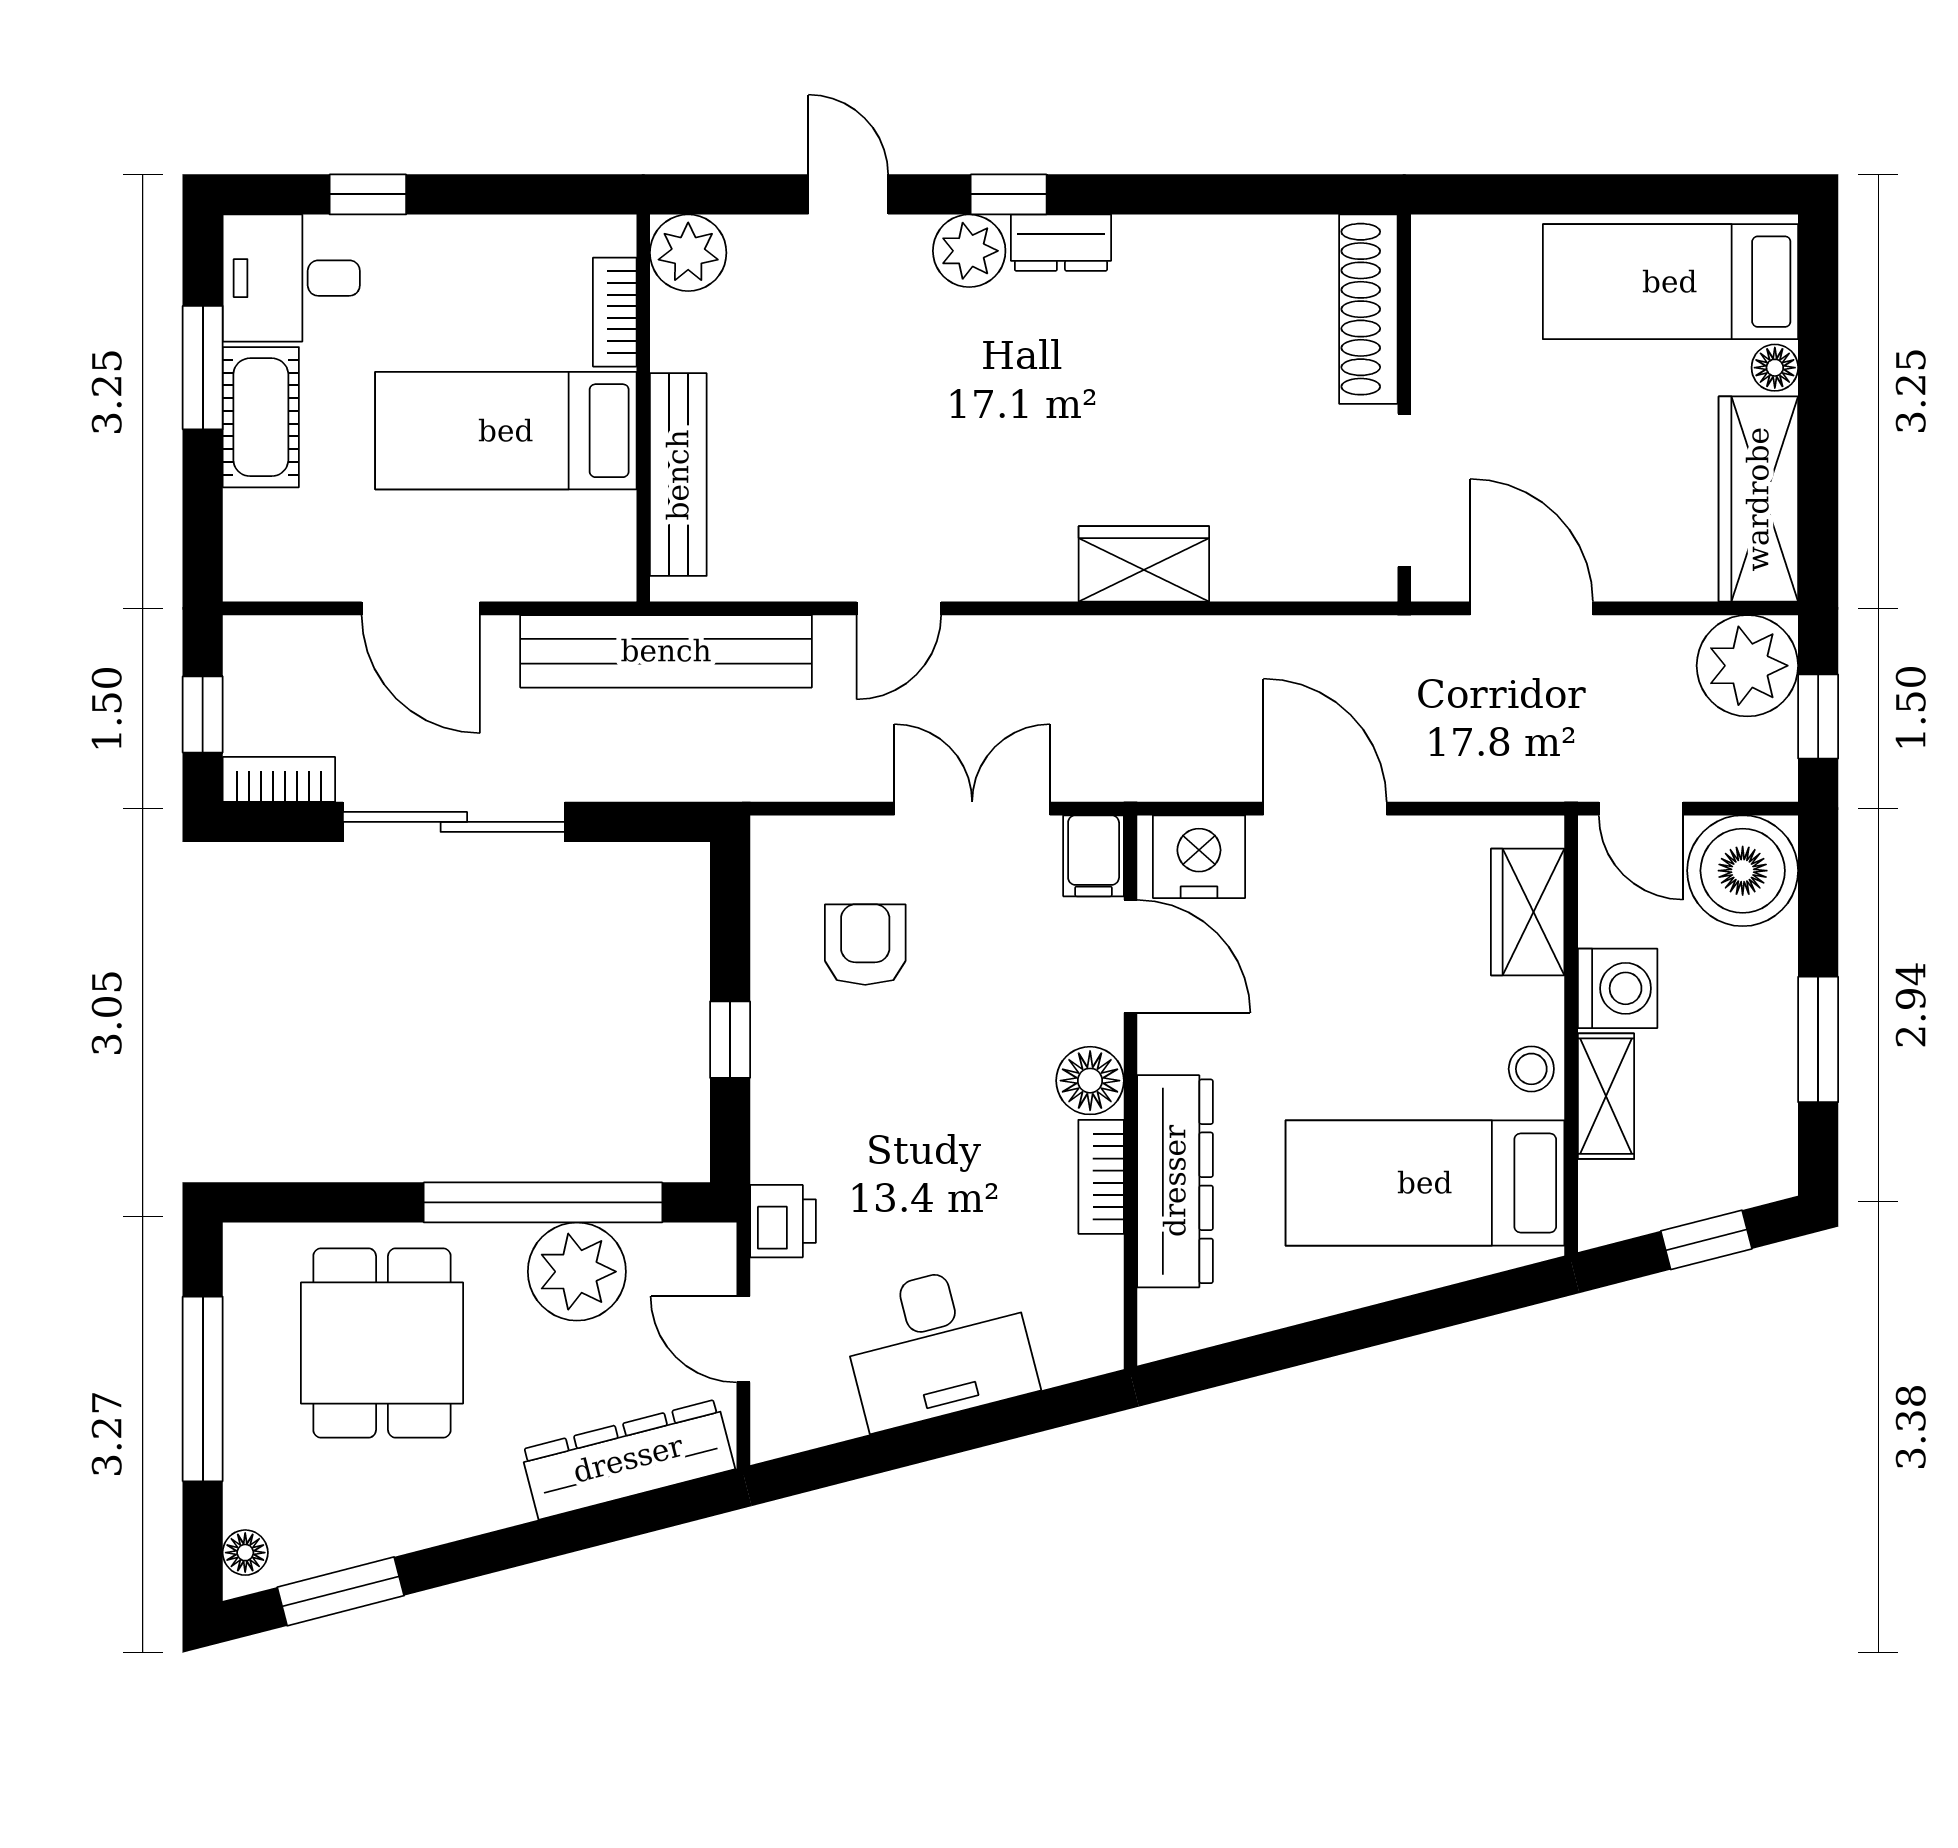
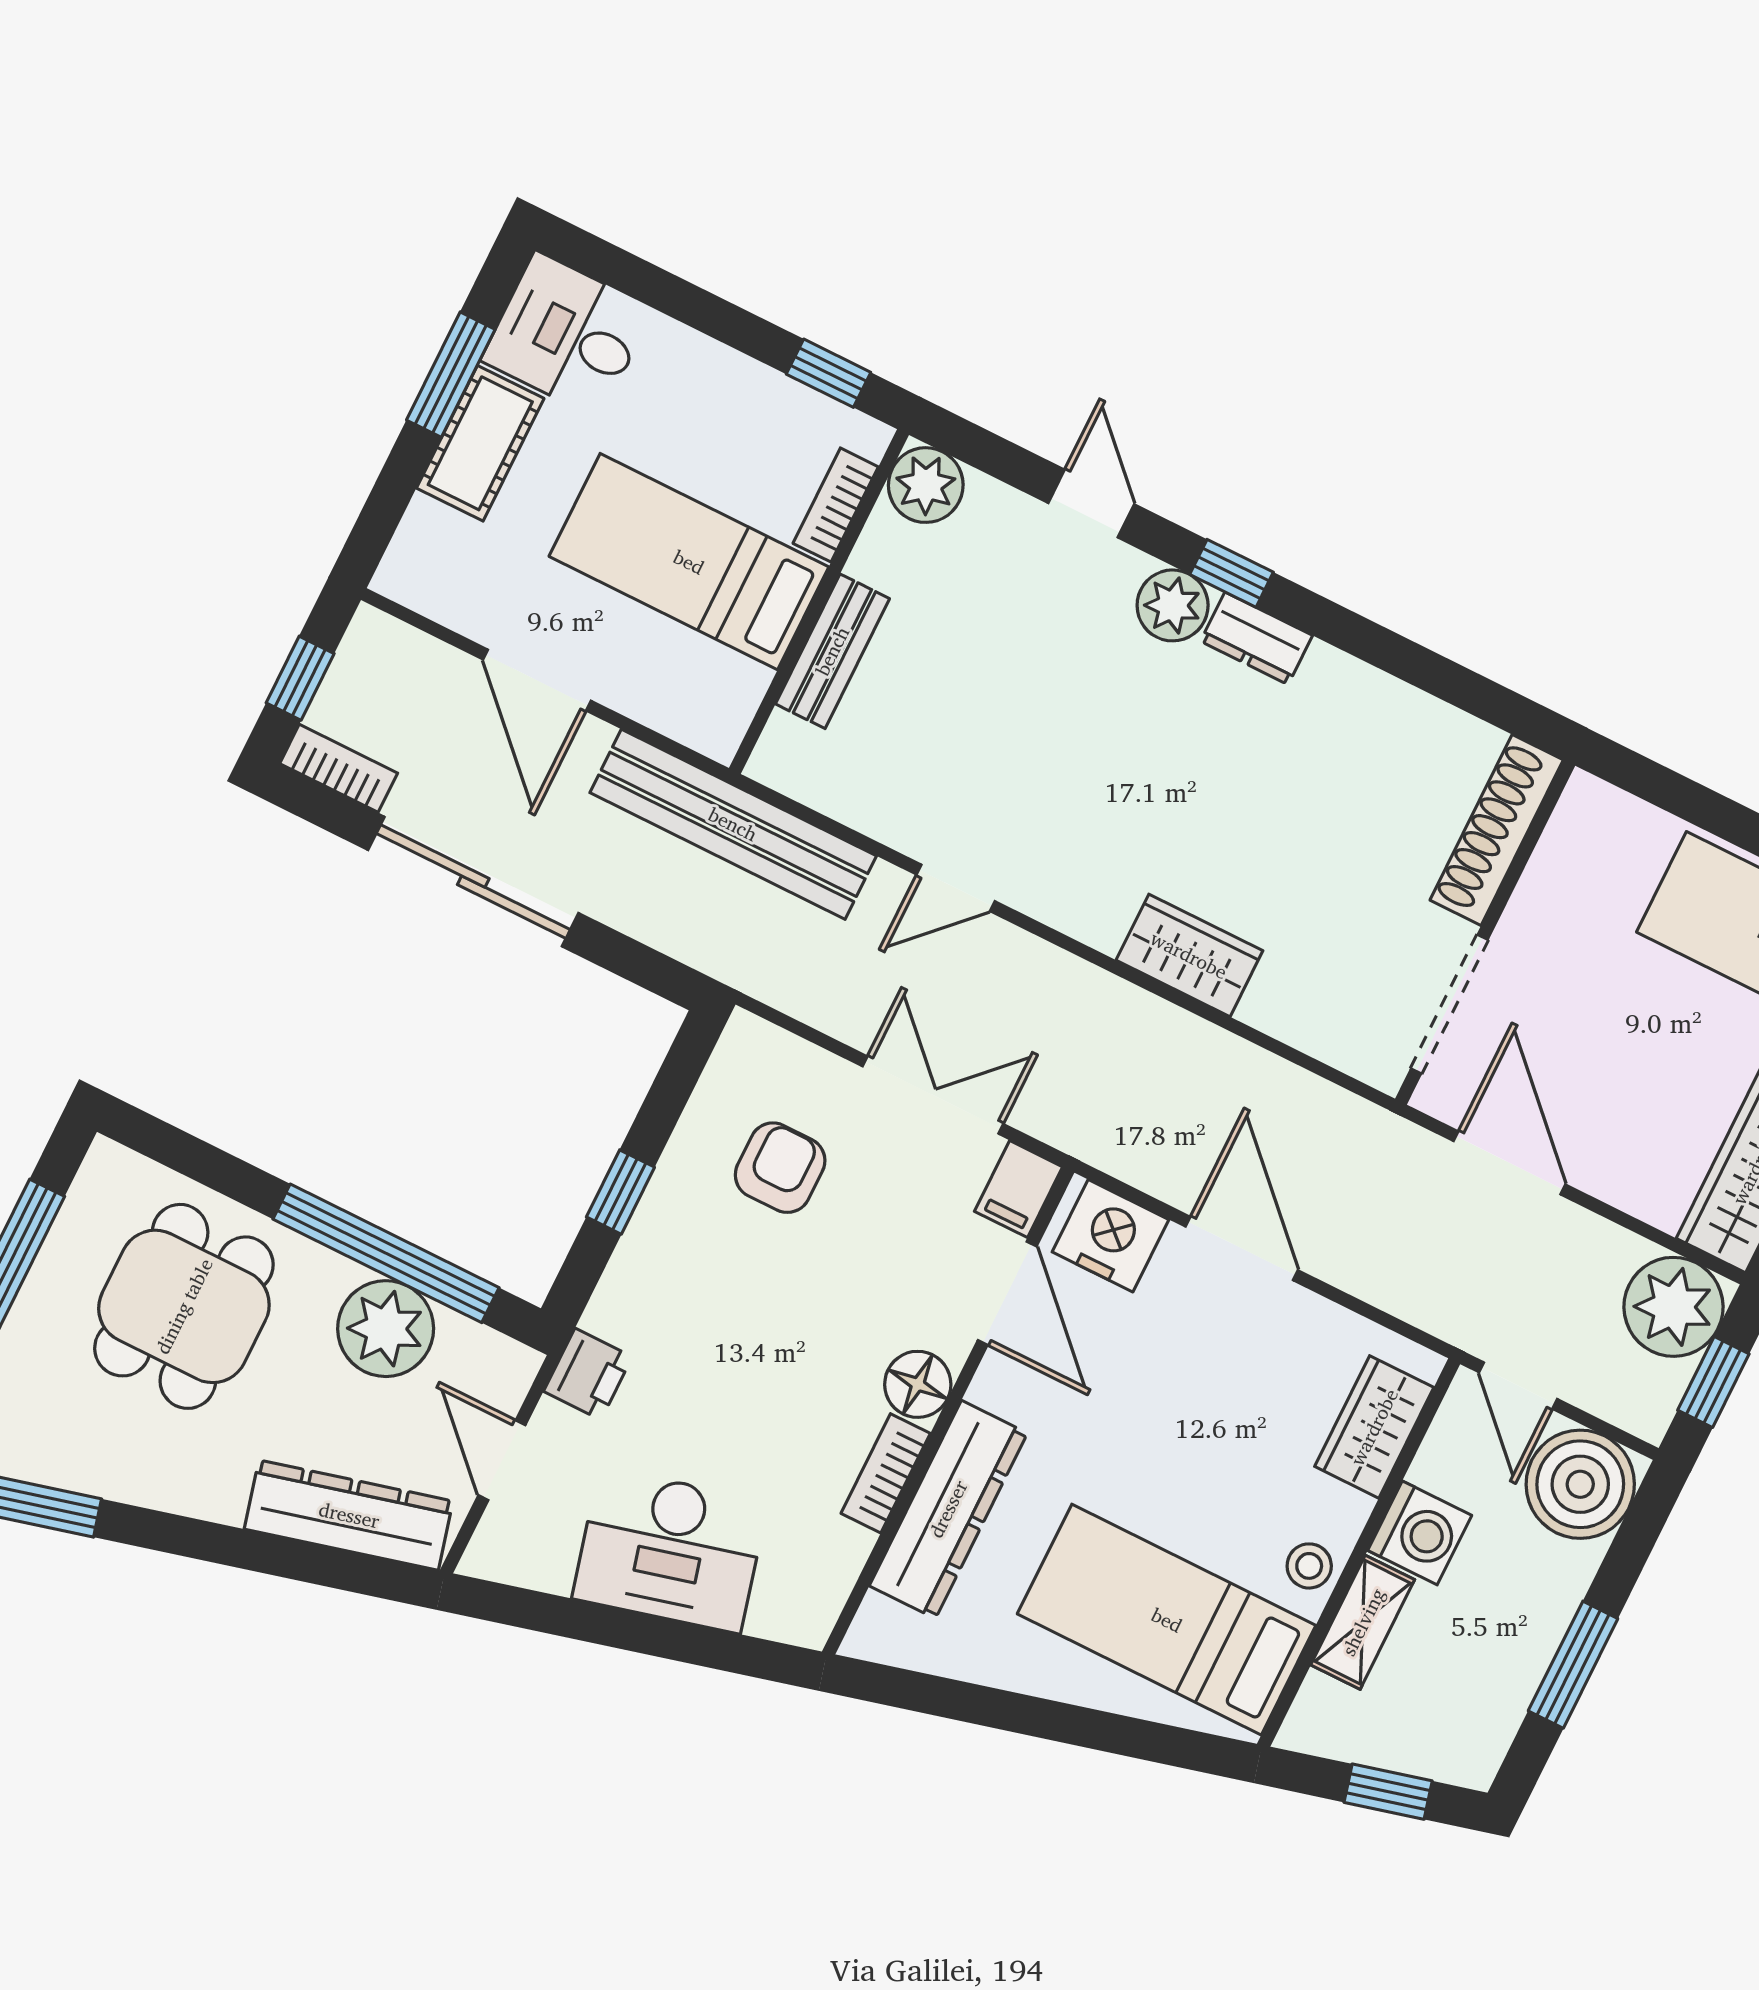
window: (368, 194) -> (829, 373), moved
bench: (678, 475) -> (832, 651), width x0.73

